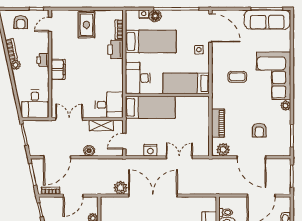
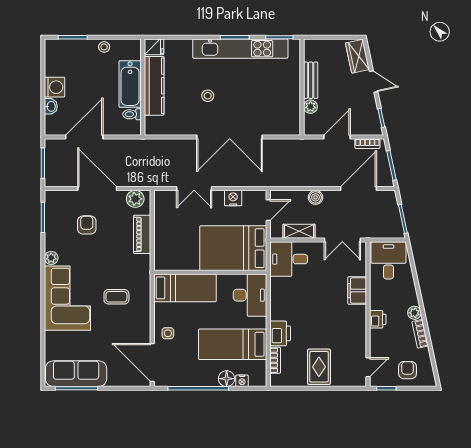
filing cabinet: (58, 69) -> (357, 291), moved
bed: (150, 107) -> (233, 248), width x1.50
plant: (120, 188) -> (273, 148), removed

